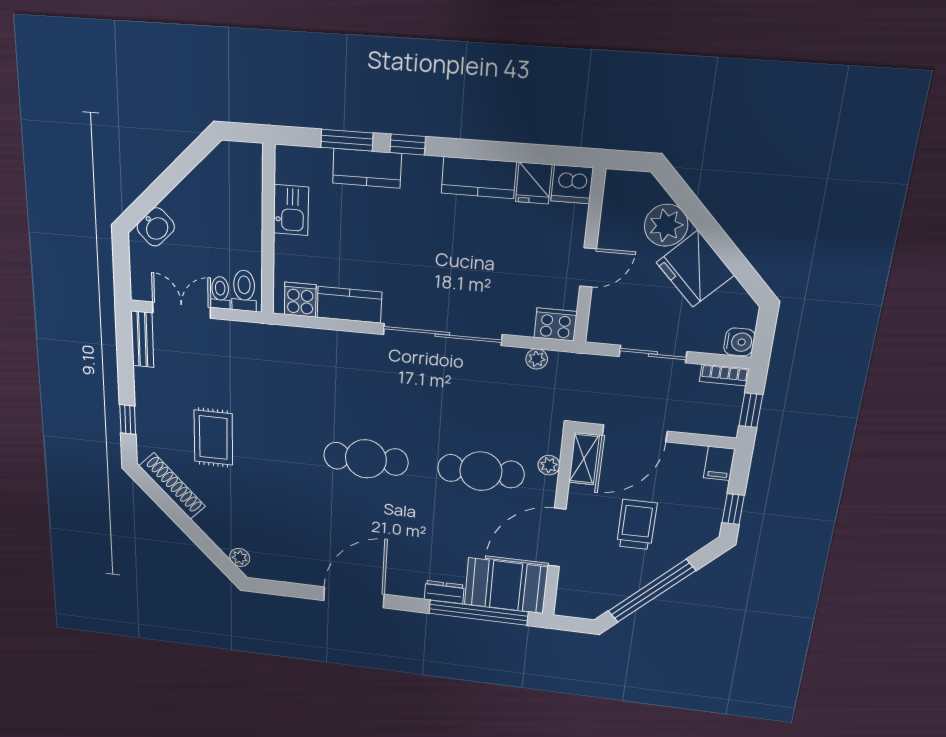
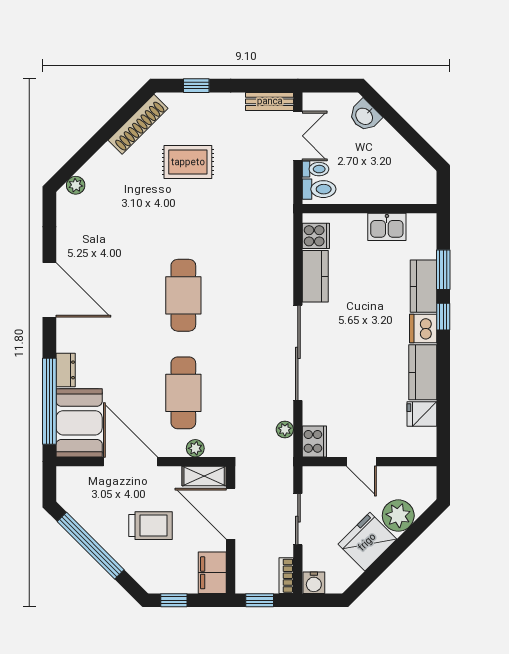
dishwasher: (572, 184) -> (423, 329), moved
filing cabinet: (719, 463) -> (212, 573), width x2.00

